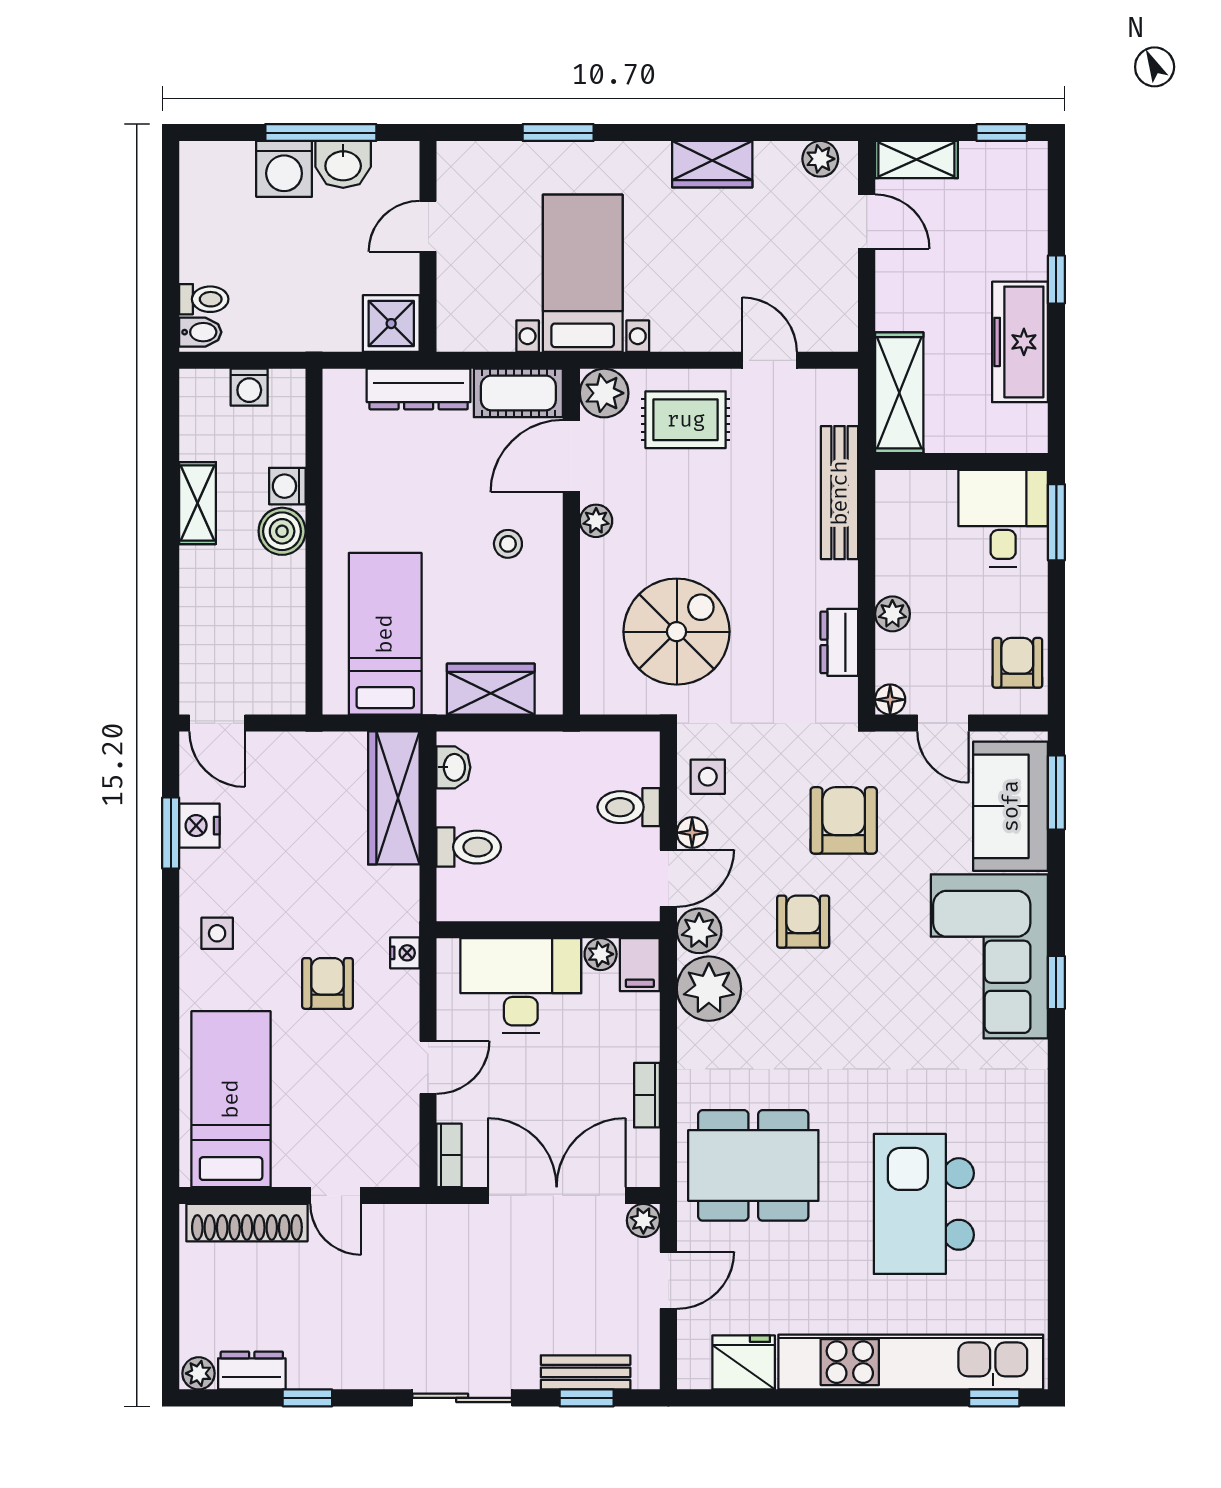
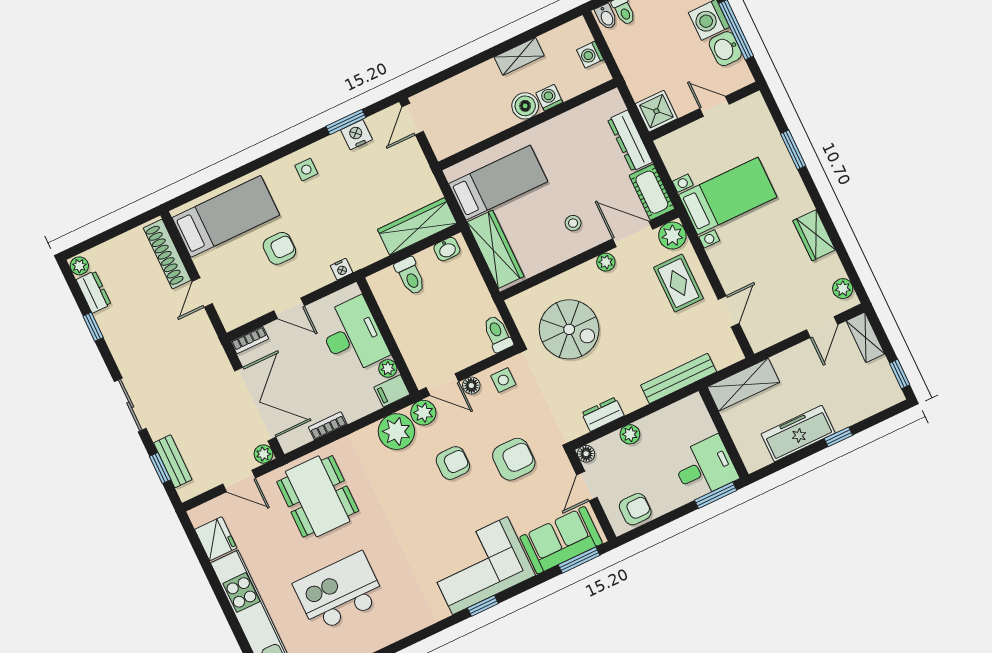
wardrobe: (491, 689) -> (495, 249), width x1.50
toilet: (629, 807) -> (498, 334), moved
armchair: (327, 983) -> (279, 248), moved

